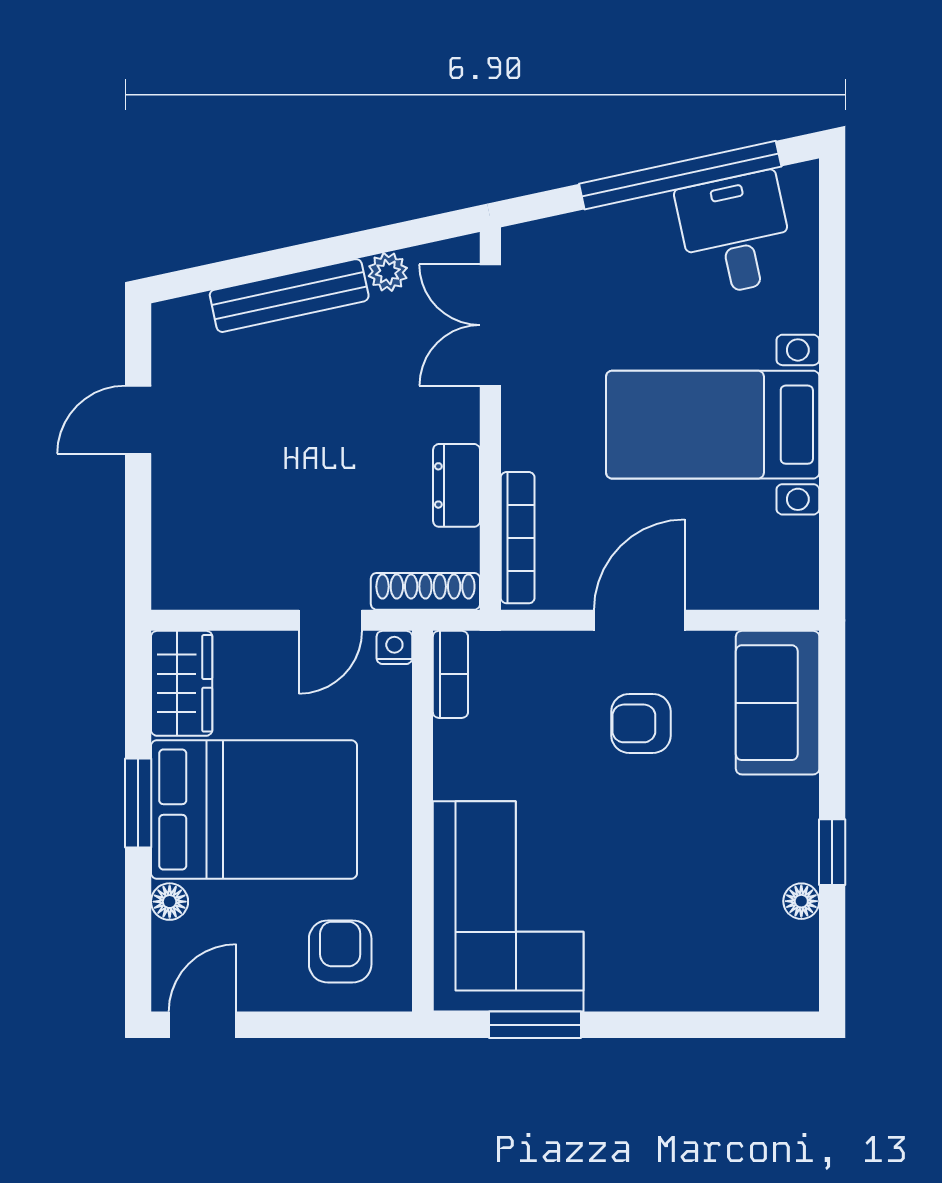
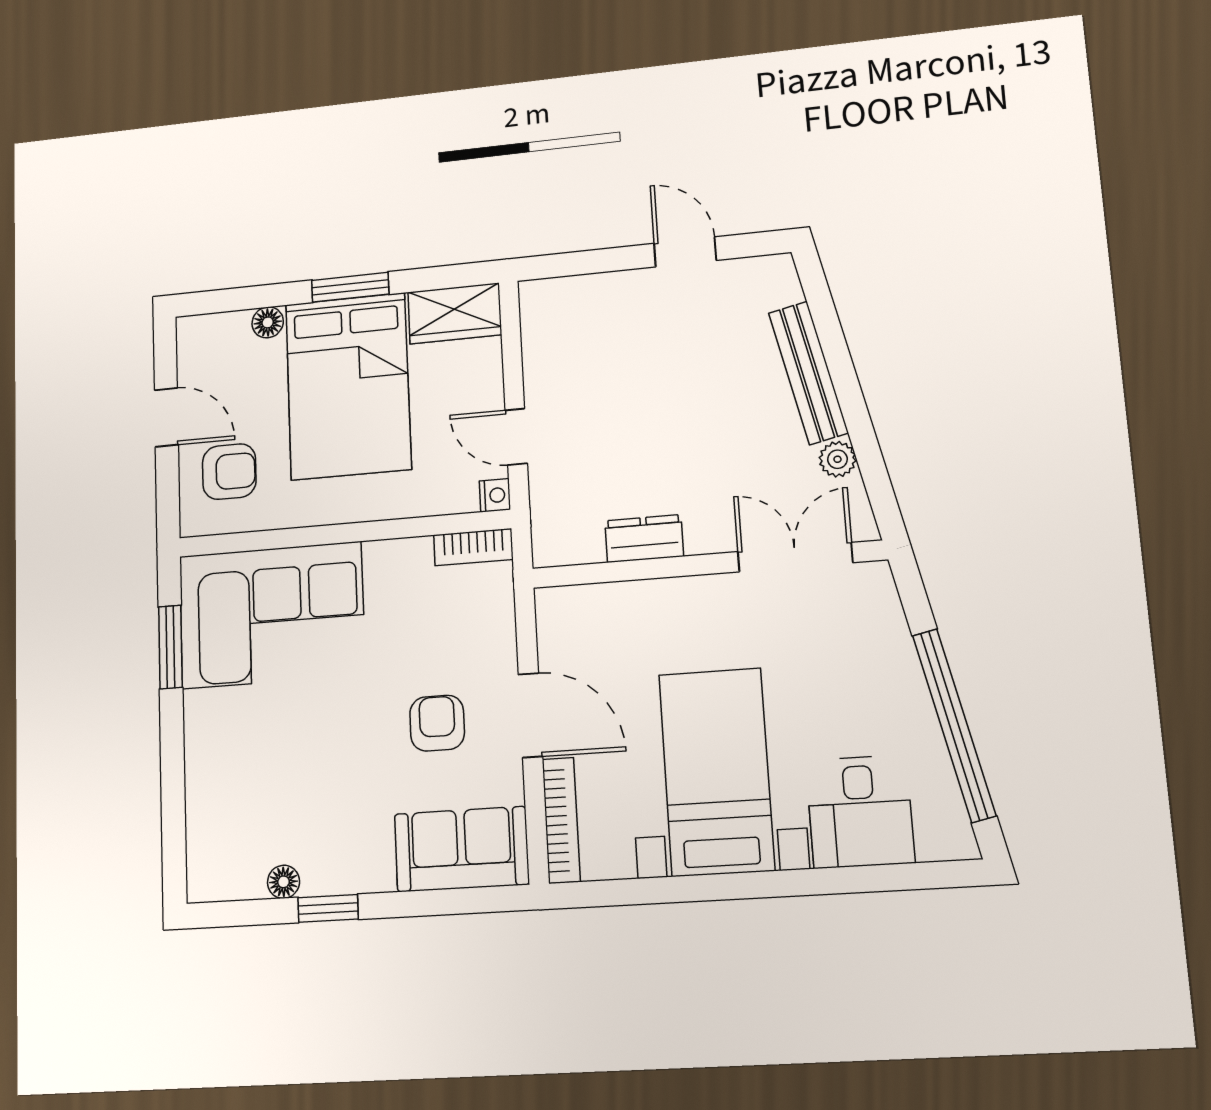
desk: (735, 234) -> (860, 812), moved, turned 102
bookcase: (518, 538) -> (561, 820), moved, turned -90
shoe rack: (425, 591) -> (546, 519), removed
door: (203, 1025) -> (166, 417), moved

